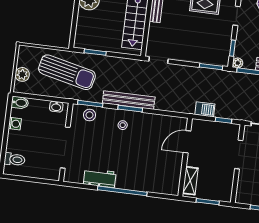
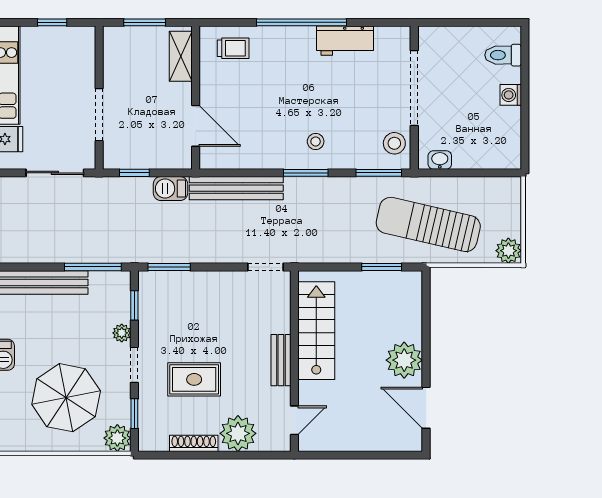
plant: (238, 63) -> (122, 333), moved
plant: (22, 74) -> (508, 251), moved
bench: (129, 100) -> (236, 188), moved
bidet: (20, 103) -> (506, 159), removed
stool: (90, 115) -> (394, 143), moved
washing machine: (15, 124) -> (511, 95), moved
door: (187, 142) -> (196, 126), hinge flipped
trolley: (161, 182) -> (233, 48), added

